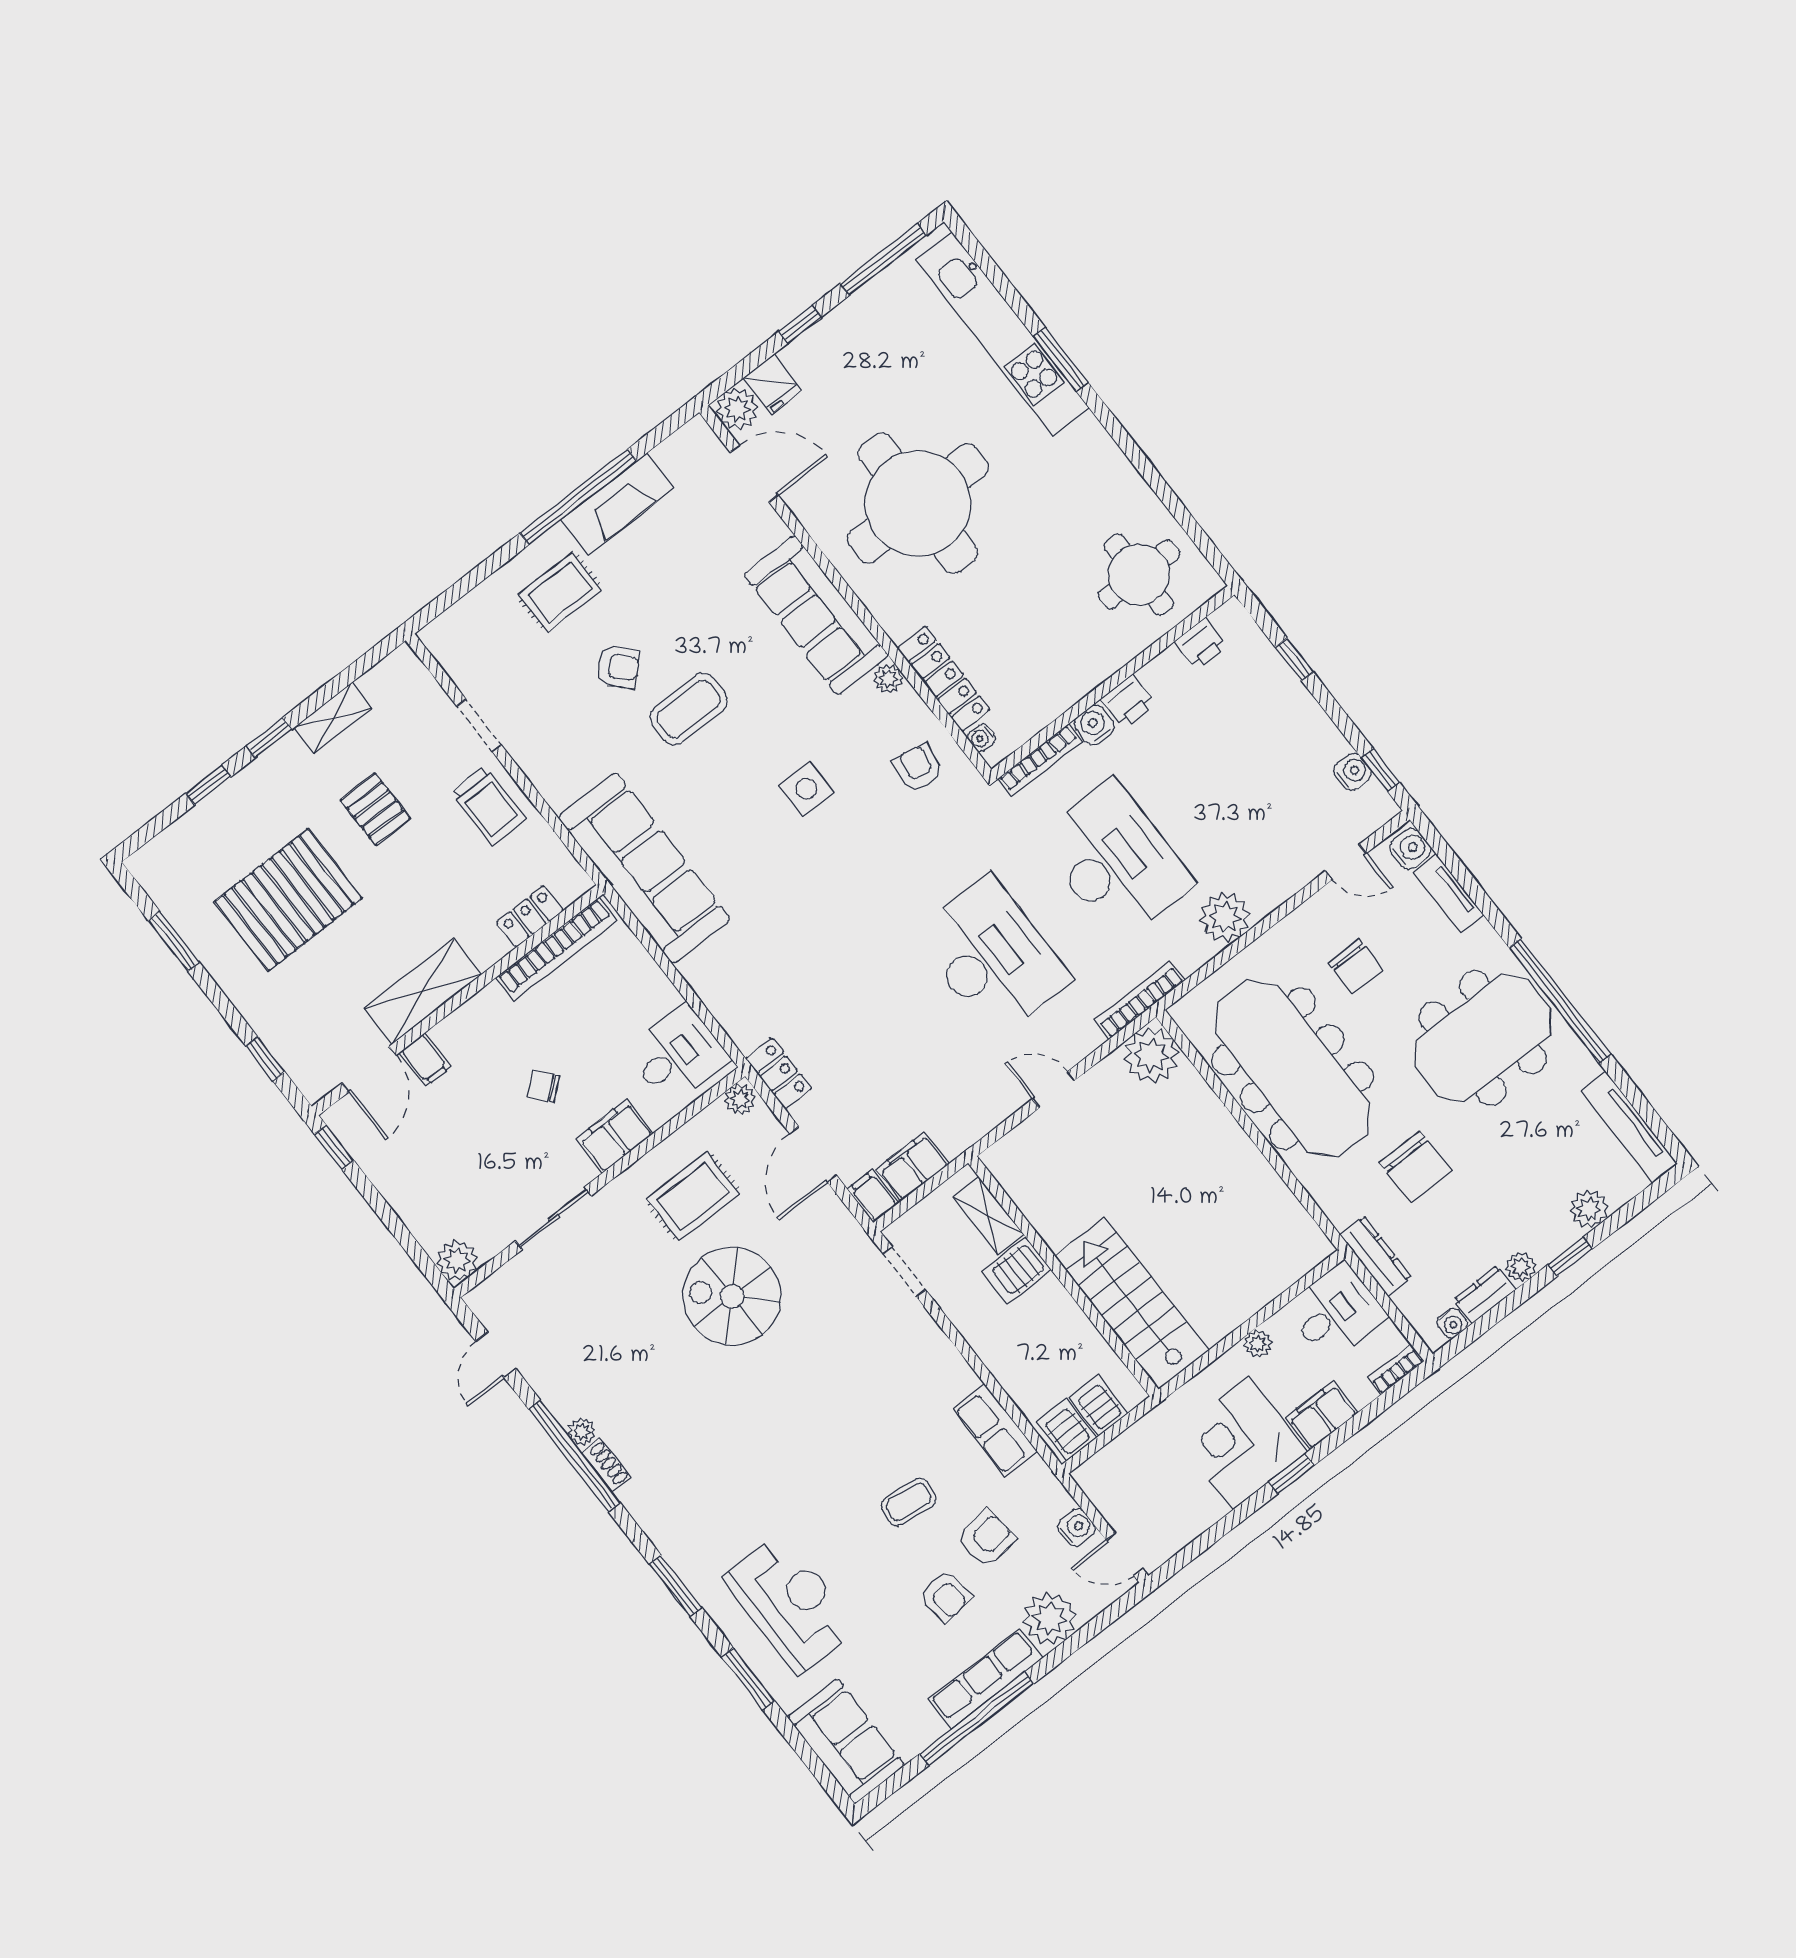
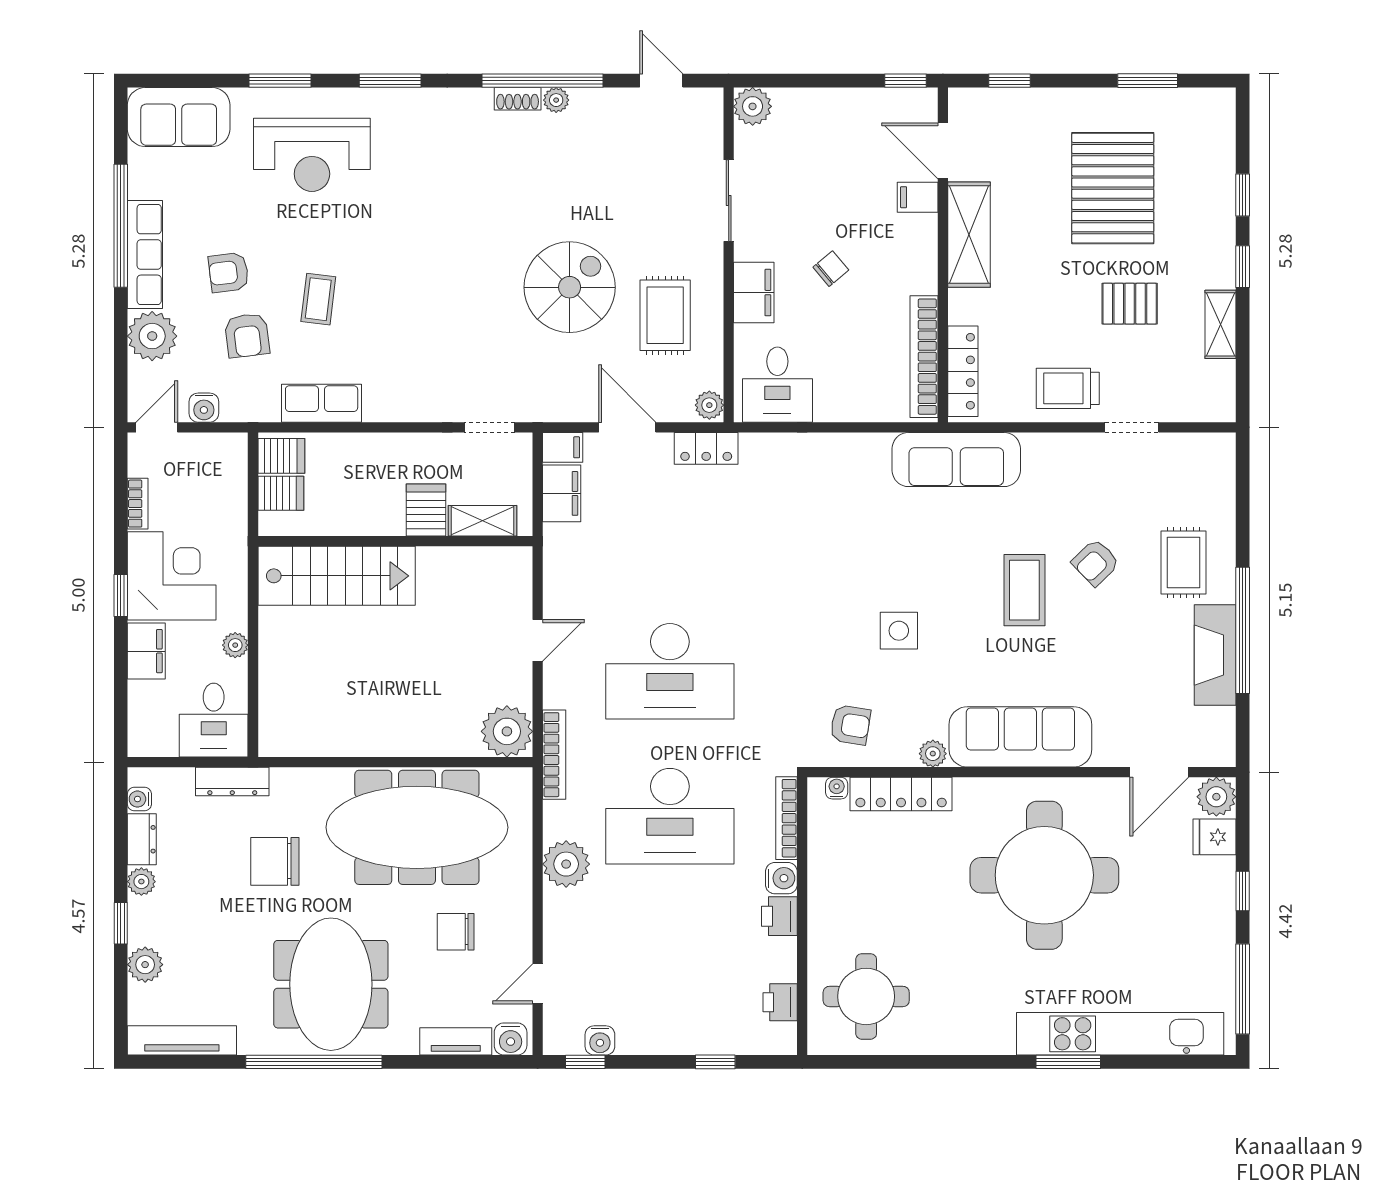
sofa: (644, 868) -> (956, 460), width x0.74, depth x0.79
locker: (530, 917) -> (963, 371), width x1.53
bookcase: (1396, 1369) -> (138, 504), moved

